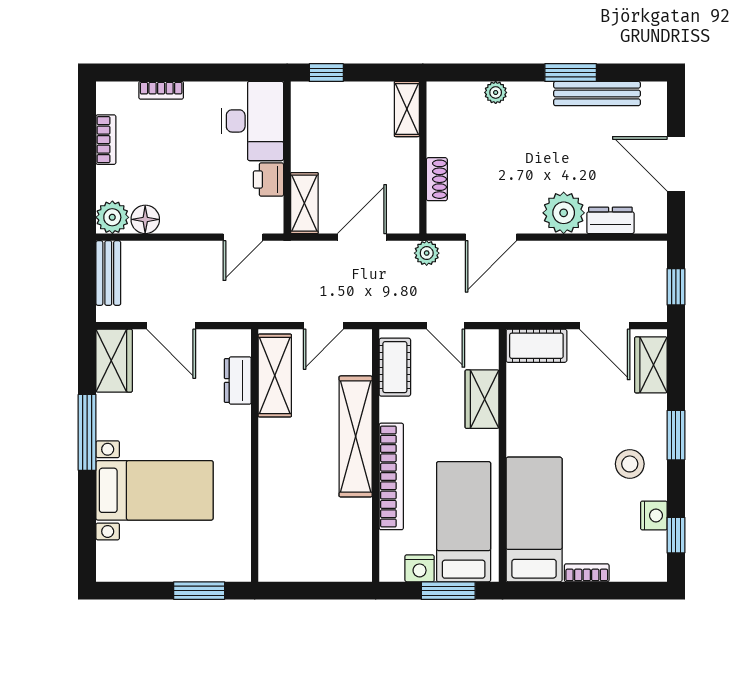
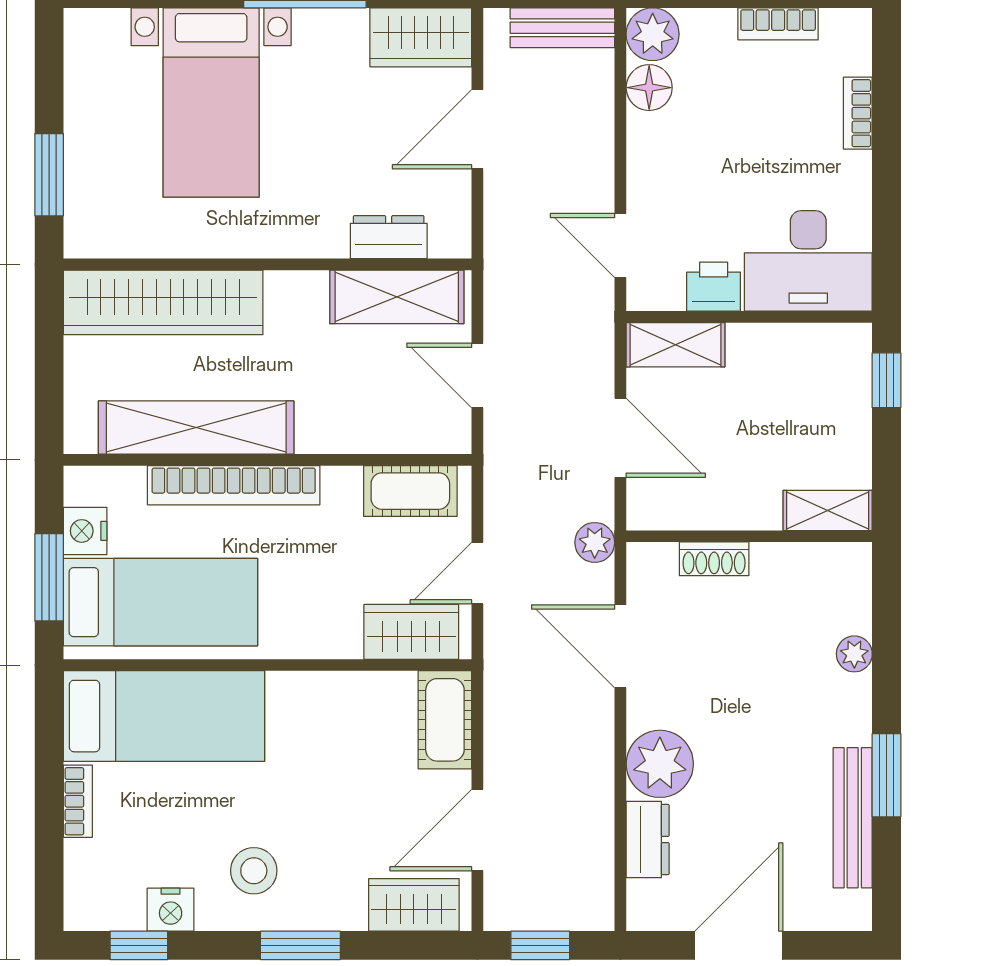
wardrobe: (482, 399) -> (411, 632), moved
shelving: (356, 436) -> (196, 428), moved
wardrobe: (278, 520) -> (163, 302), added

